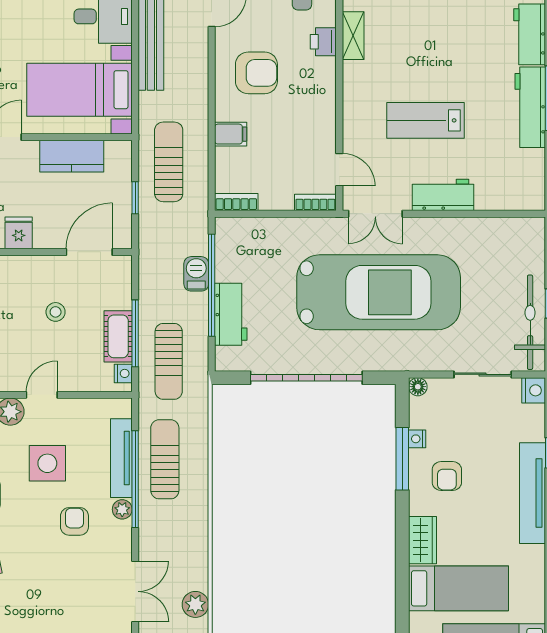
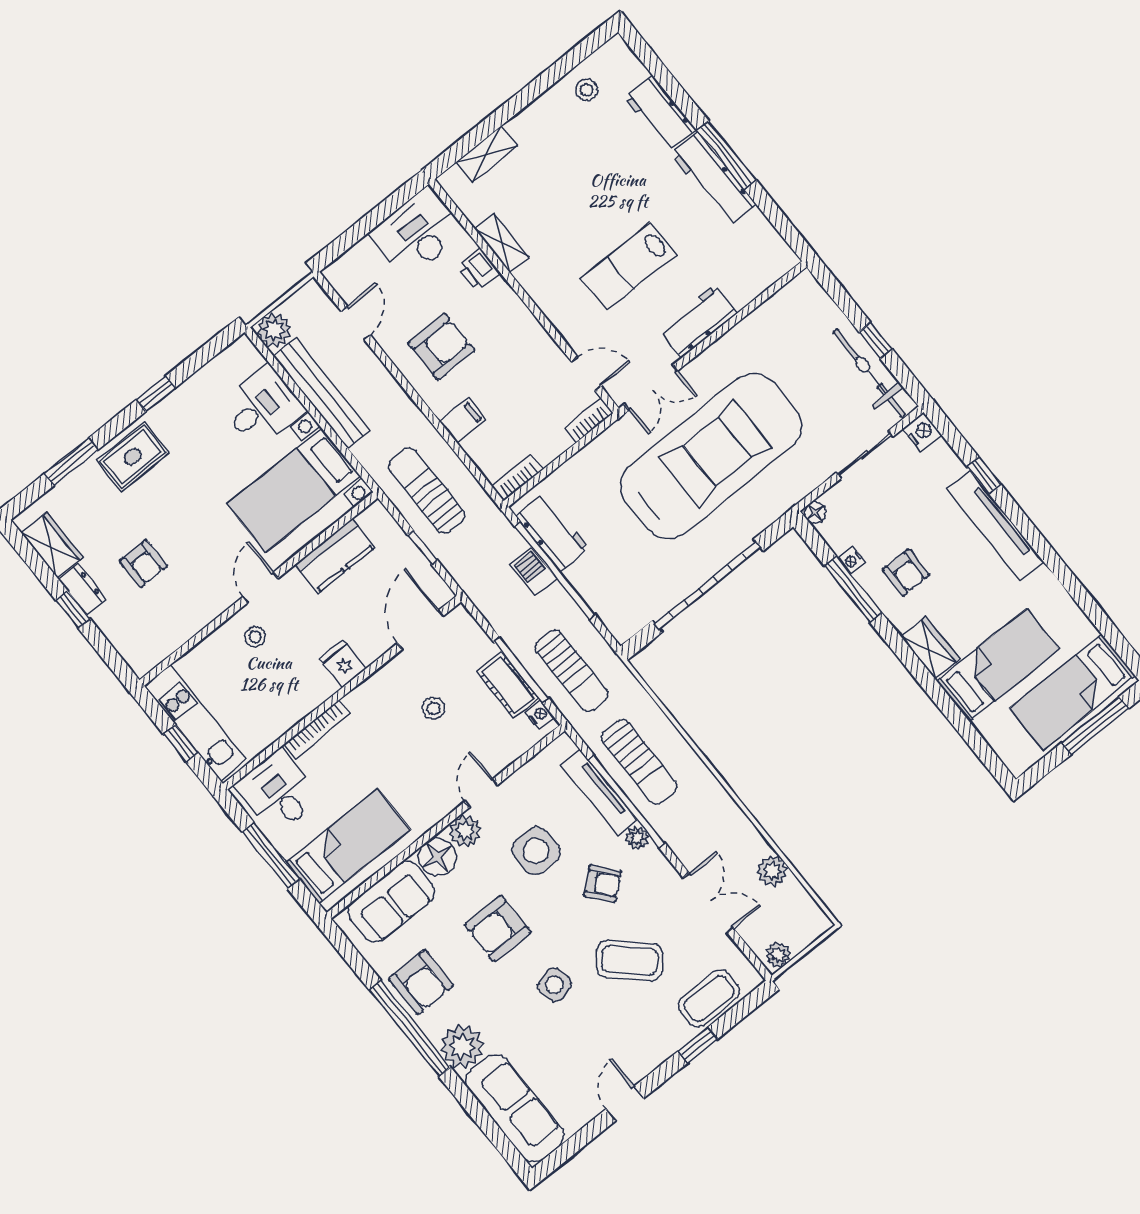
workbench: (231, 314) -> (552, 532), moved
sun lounger: (165, 459) -> (639, 762), turned 180
armchair: (74, 521) -> (603, 884), turned 140
coffee table: (51, 588) -> (630, 960), added

